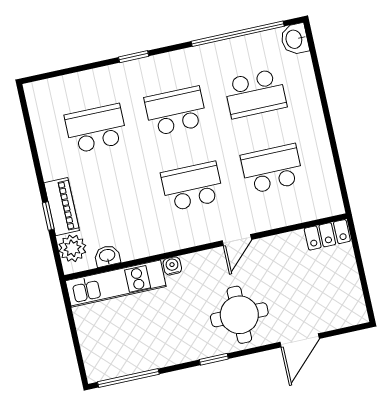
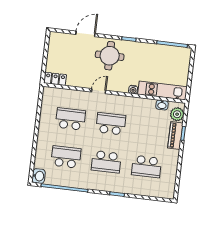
school desk: (272, 169) -> (70, 119), turned 180
school desk: (192, 186) -> (111, 124), turned 180

